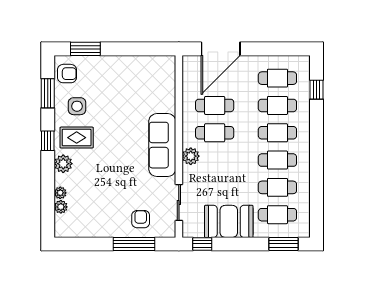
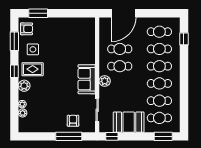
sofa: (162, 145) -> (87, 79), width x0.73

